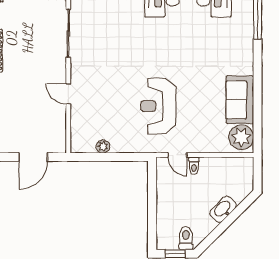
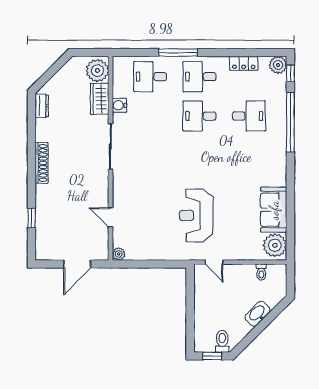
door: (68, 94) -> (111, 217), moved
plant: (103, 146) -> (119, 254), moved
toilet: (194, 166) -> (261, 272), moved

